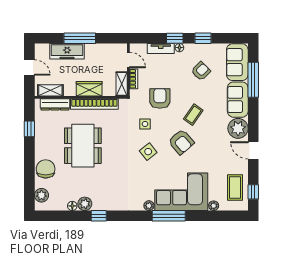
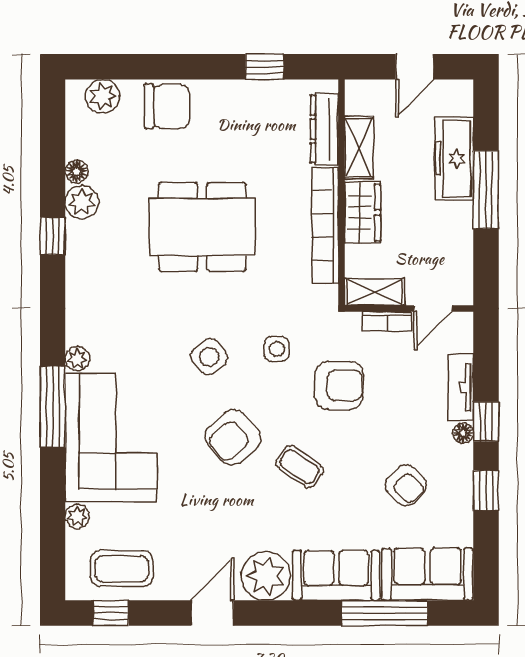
shelving: (50, 90) -> (359, 148), moved
dining table: (83, 146) -> (202, 227), moved

